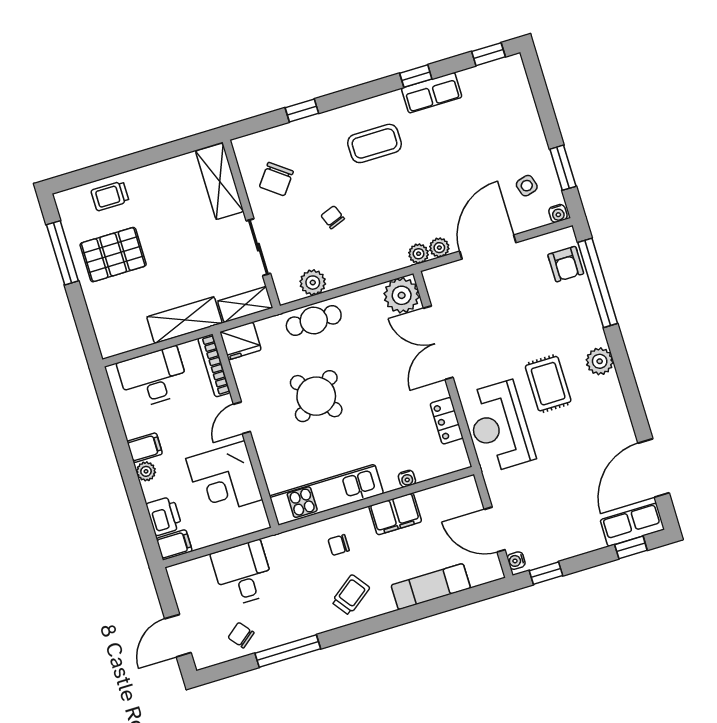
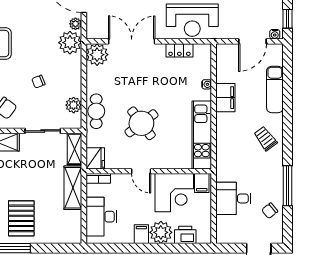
plant: (419, 254) -> (70, 43), width x1.88, depth x1.88
double door: (438, 343) -> (132, 41), swing flipped
bookcase: (214, 366) -> (98, 178), width x0.64
plant: (146, 471) -> (161, 232), width x1.88, depth x1.88
filing cabinet: (174, 545) -> (202, 183), moved, turned 180
chair: (339, 545) -> (234, 137), removed

